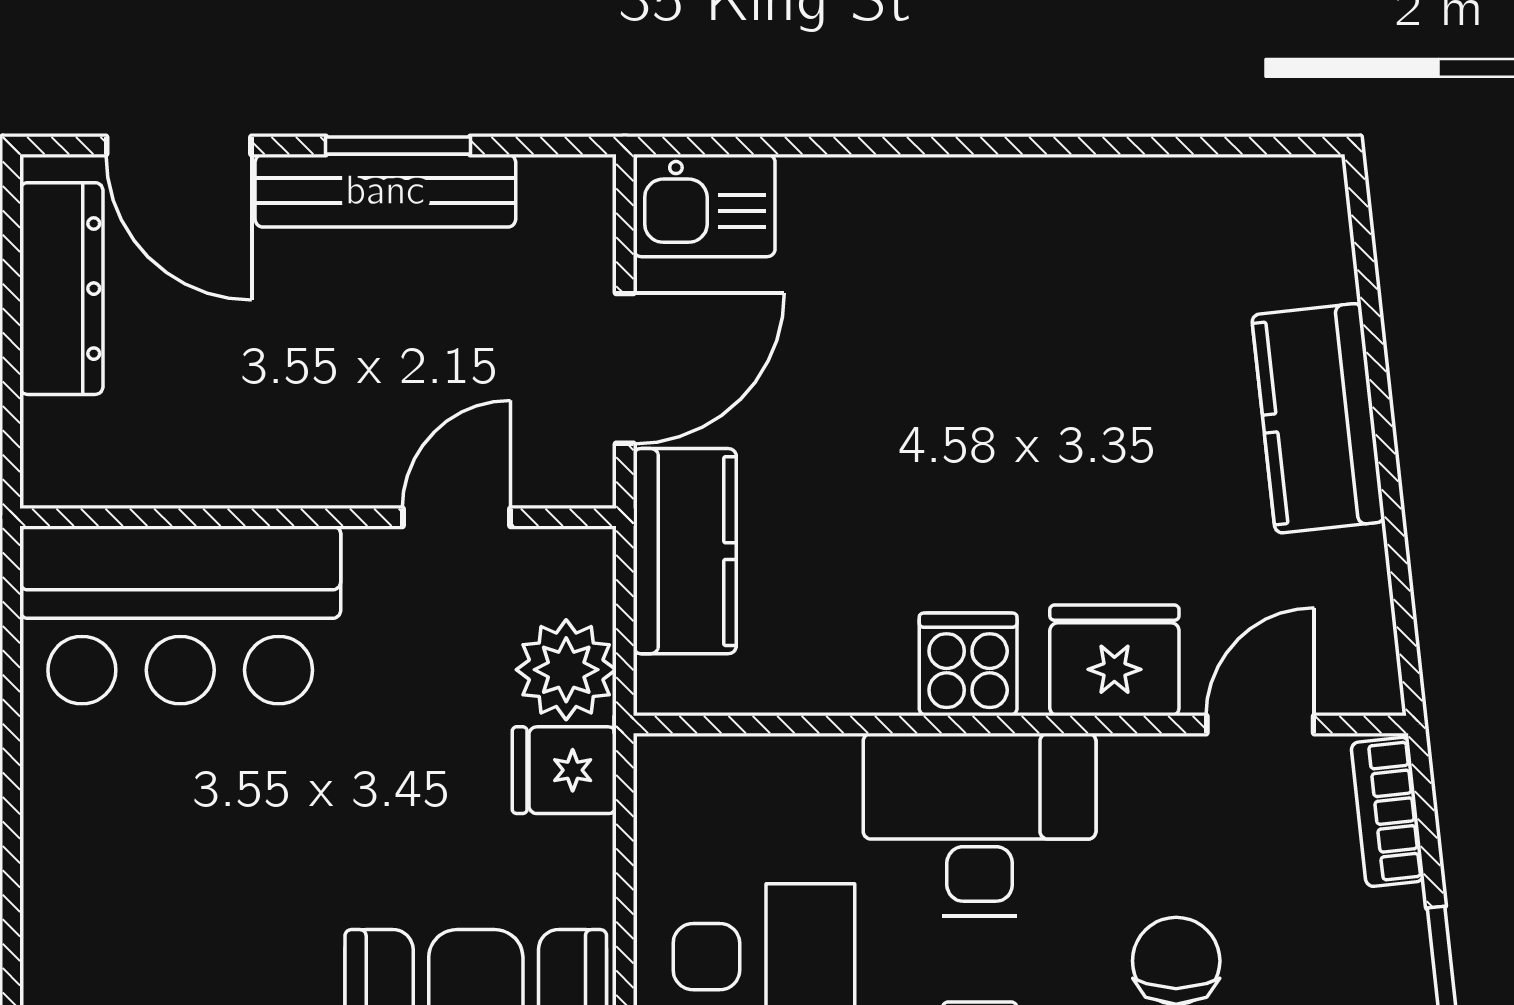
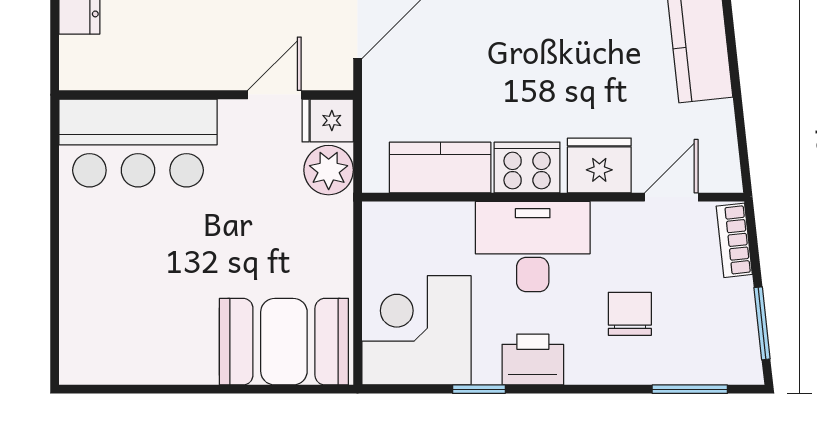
kitchen counter: (685, 551) -> (440, 168), moved, turned -90
cooker: (968, 664) -> (527, 167), width x1.36
fridge: (564, 770) -> (328, 120), moved

